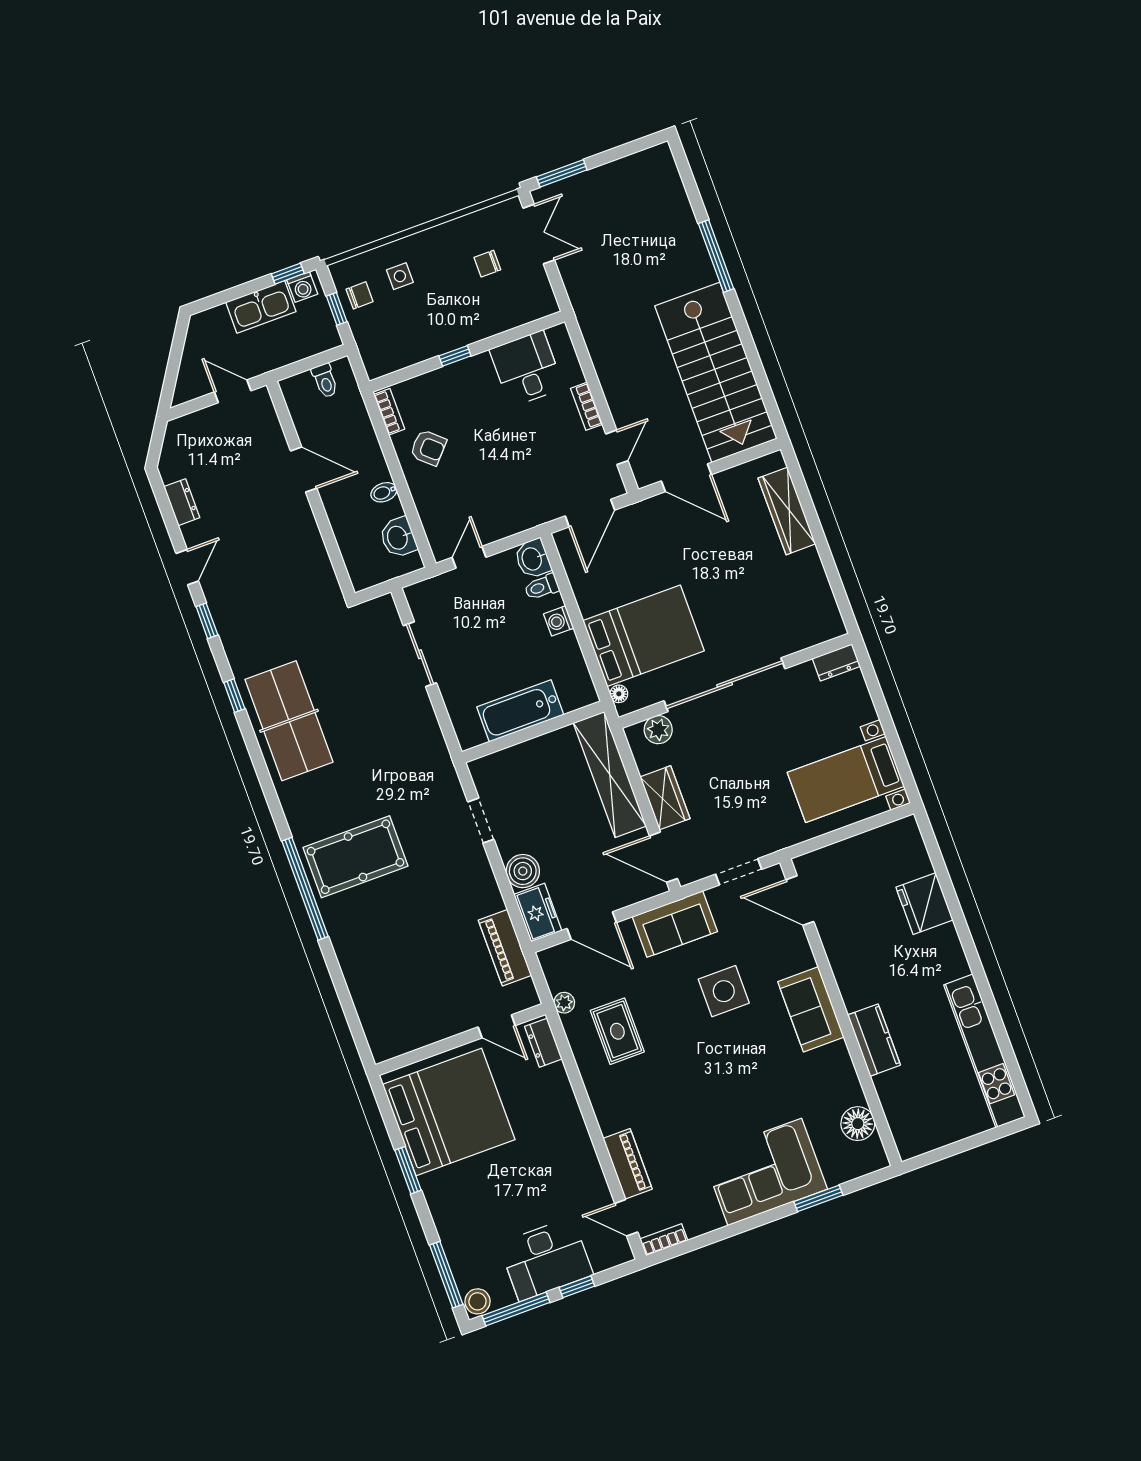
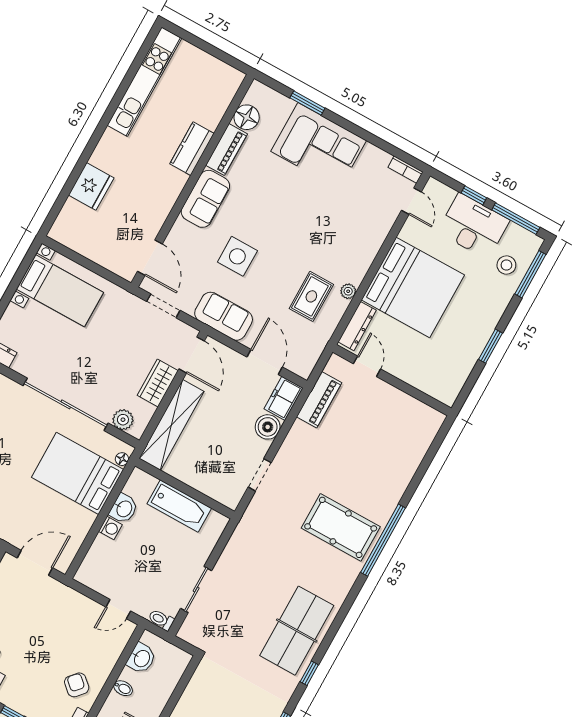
washbasin: (533, 559) -> (124, 509), moved
toilet: (542, 587) -> (161, 620), moved, turned 180
plant: (564, 1003) -> (348, 291), moved
dresser: (543, 1043) -> (357, 326), width x1.44
bed: (449, 1112) -> (413, 287), moved, turned 180
piano: (628, 1164) -> (227, 150), moved, turned 180
stool: (478, 1301) -> (506, 265), moved

